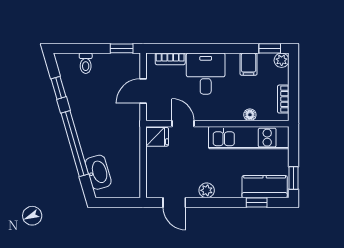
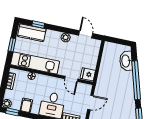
window: (293, 178) -> (12, 45), moved

